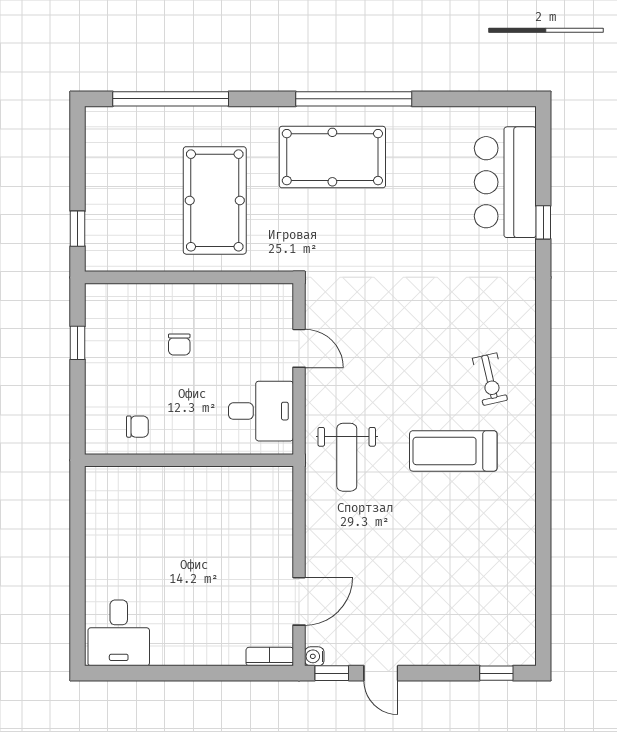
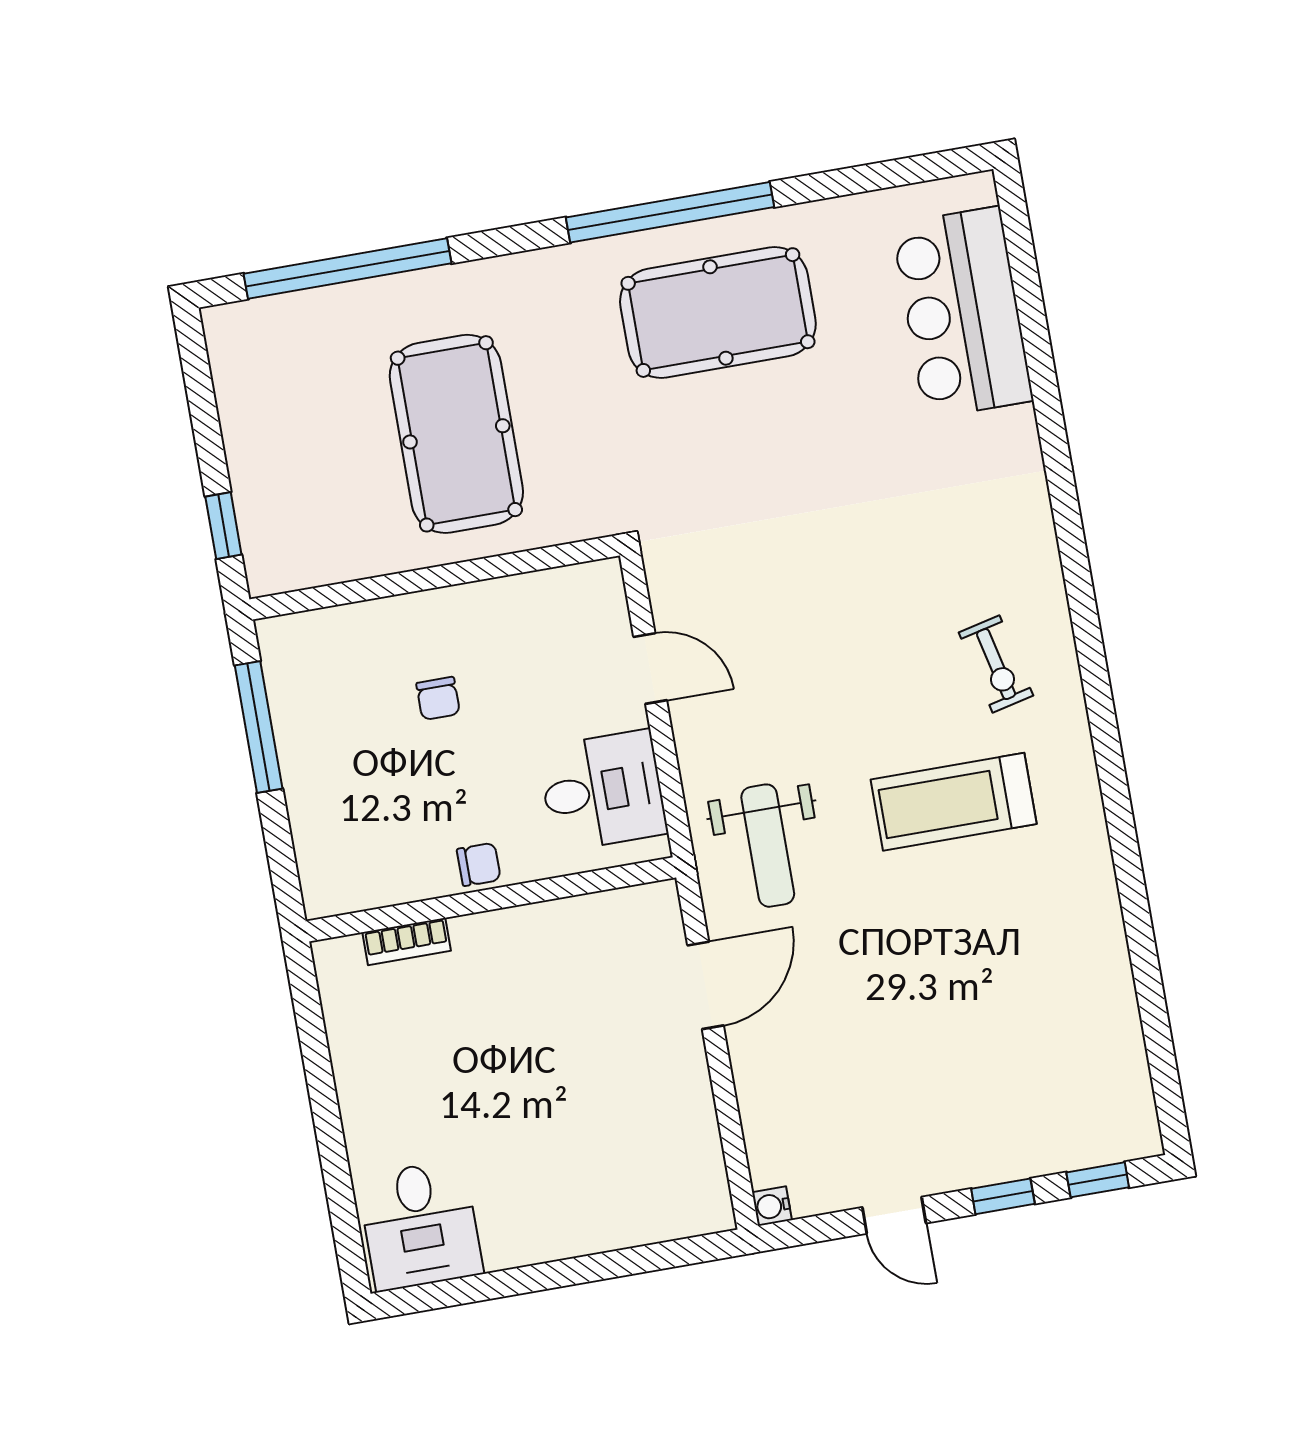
pool table: (332, 157) -> (718, 313), moved
window: (543, 222) -> (1042, 372), removed
window: (78, 343) -> (259, 727), width x2.17
chair: (137, 427) -> (479, 864), moved
door: (299, 601) -> (706, 985), moved
bookcase: (270, 657) -> (407, 942), moved, turned 180
window: (332, 673) -> (1003, 1196), moved

